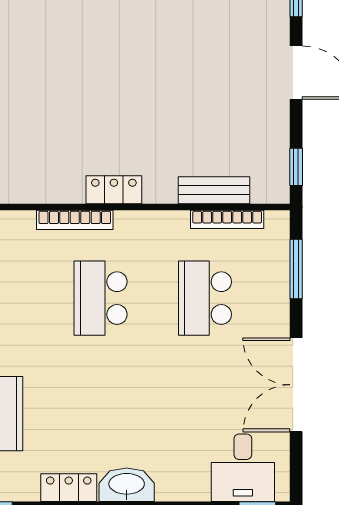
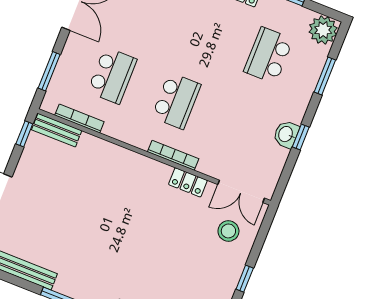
locker: (114, 190) -> (188, 182), moved
bench: (214, 190) -> (57, 130), moved

